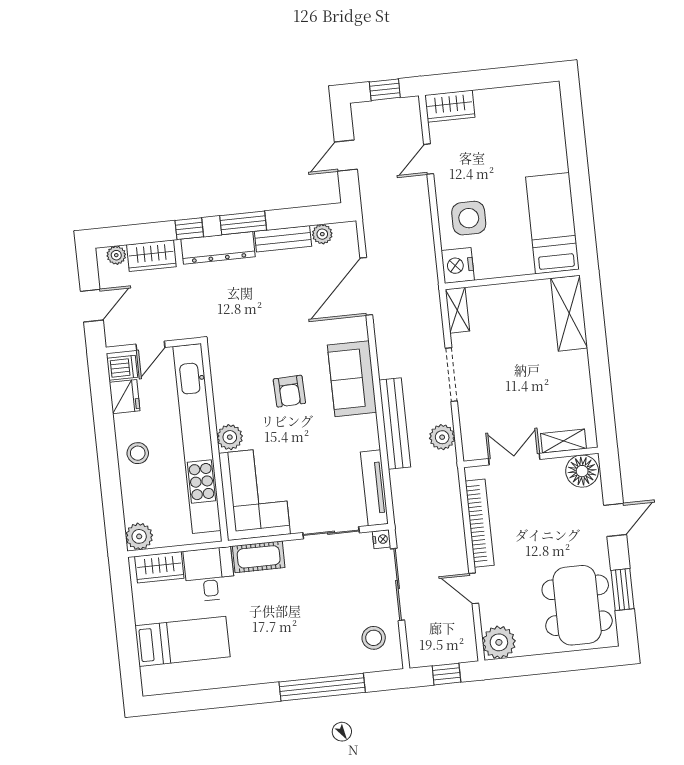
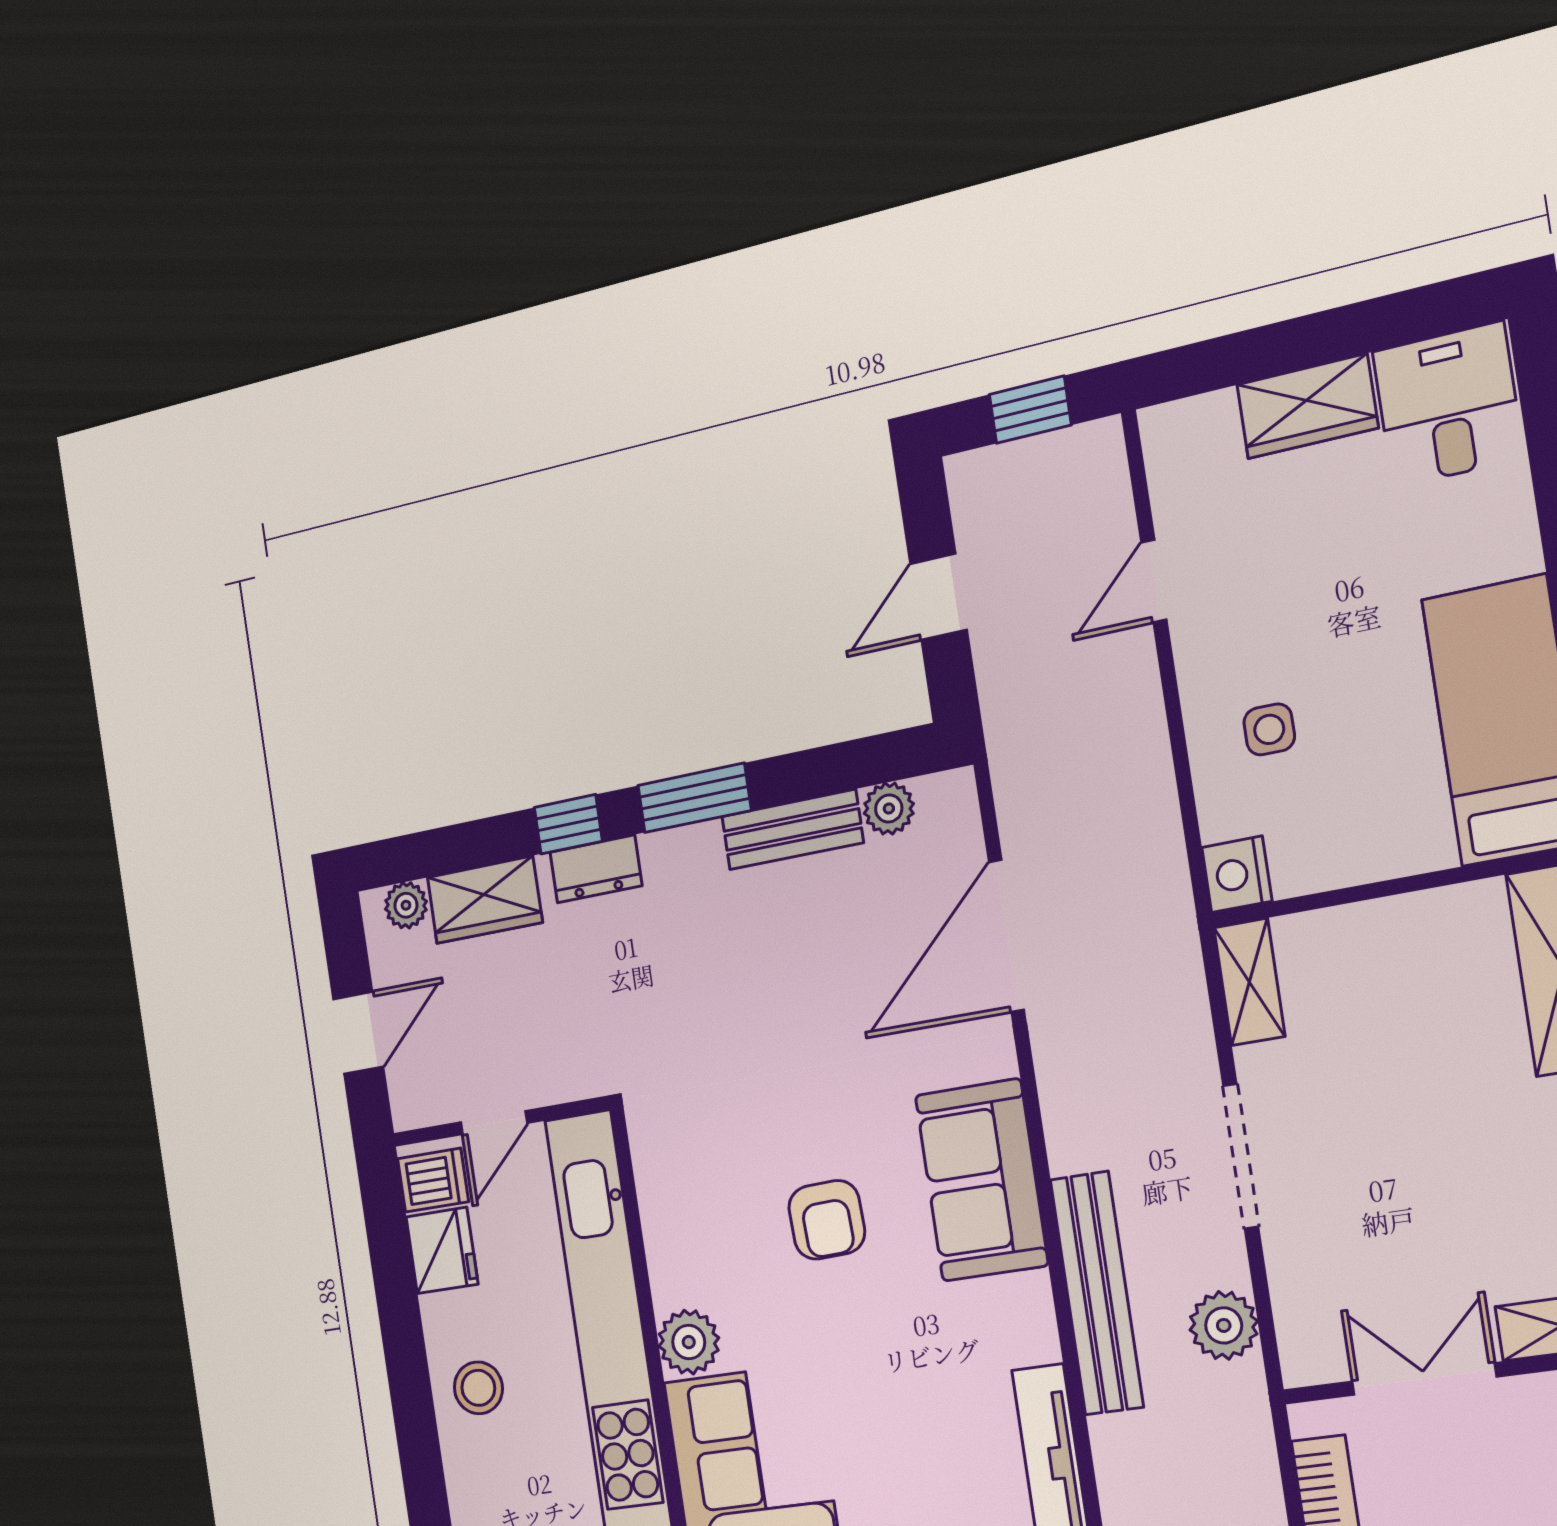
wardrobe: (450, 106) -> (1307, 406), moved
desk: (538, 108) -> (1448, 405), added
side table: (469, 218) -> (1269, 729), width x0.54, depth x0.54
dresser: (218, 248) -> (596, 869), width x0.51, depth x0.80
nightstand: (458, 265) -> (1237, 874), width x0.74, depth x0.75

